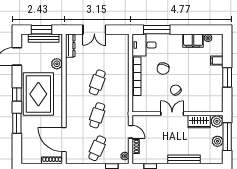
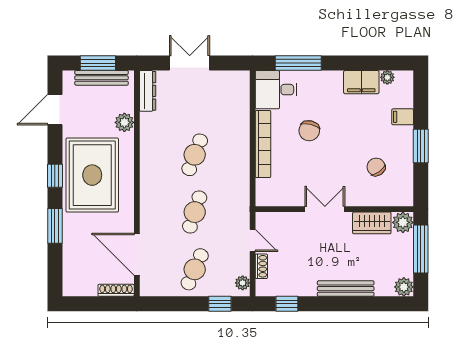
double door: (94, 30) -> (190, 63), swing flipped
chair: (176, 90) -> (376, 167), moved
plant: (217, 141) -> (404, 287), moved

